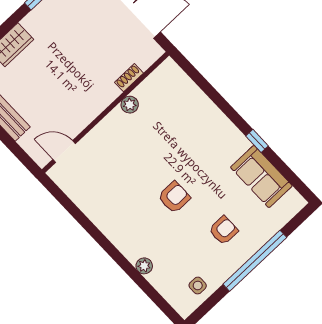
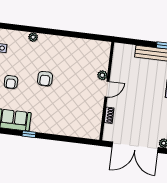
plant: (130, 105) -> (102, 75), moved
door: (64, 151) -> (107, 89), moved

